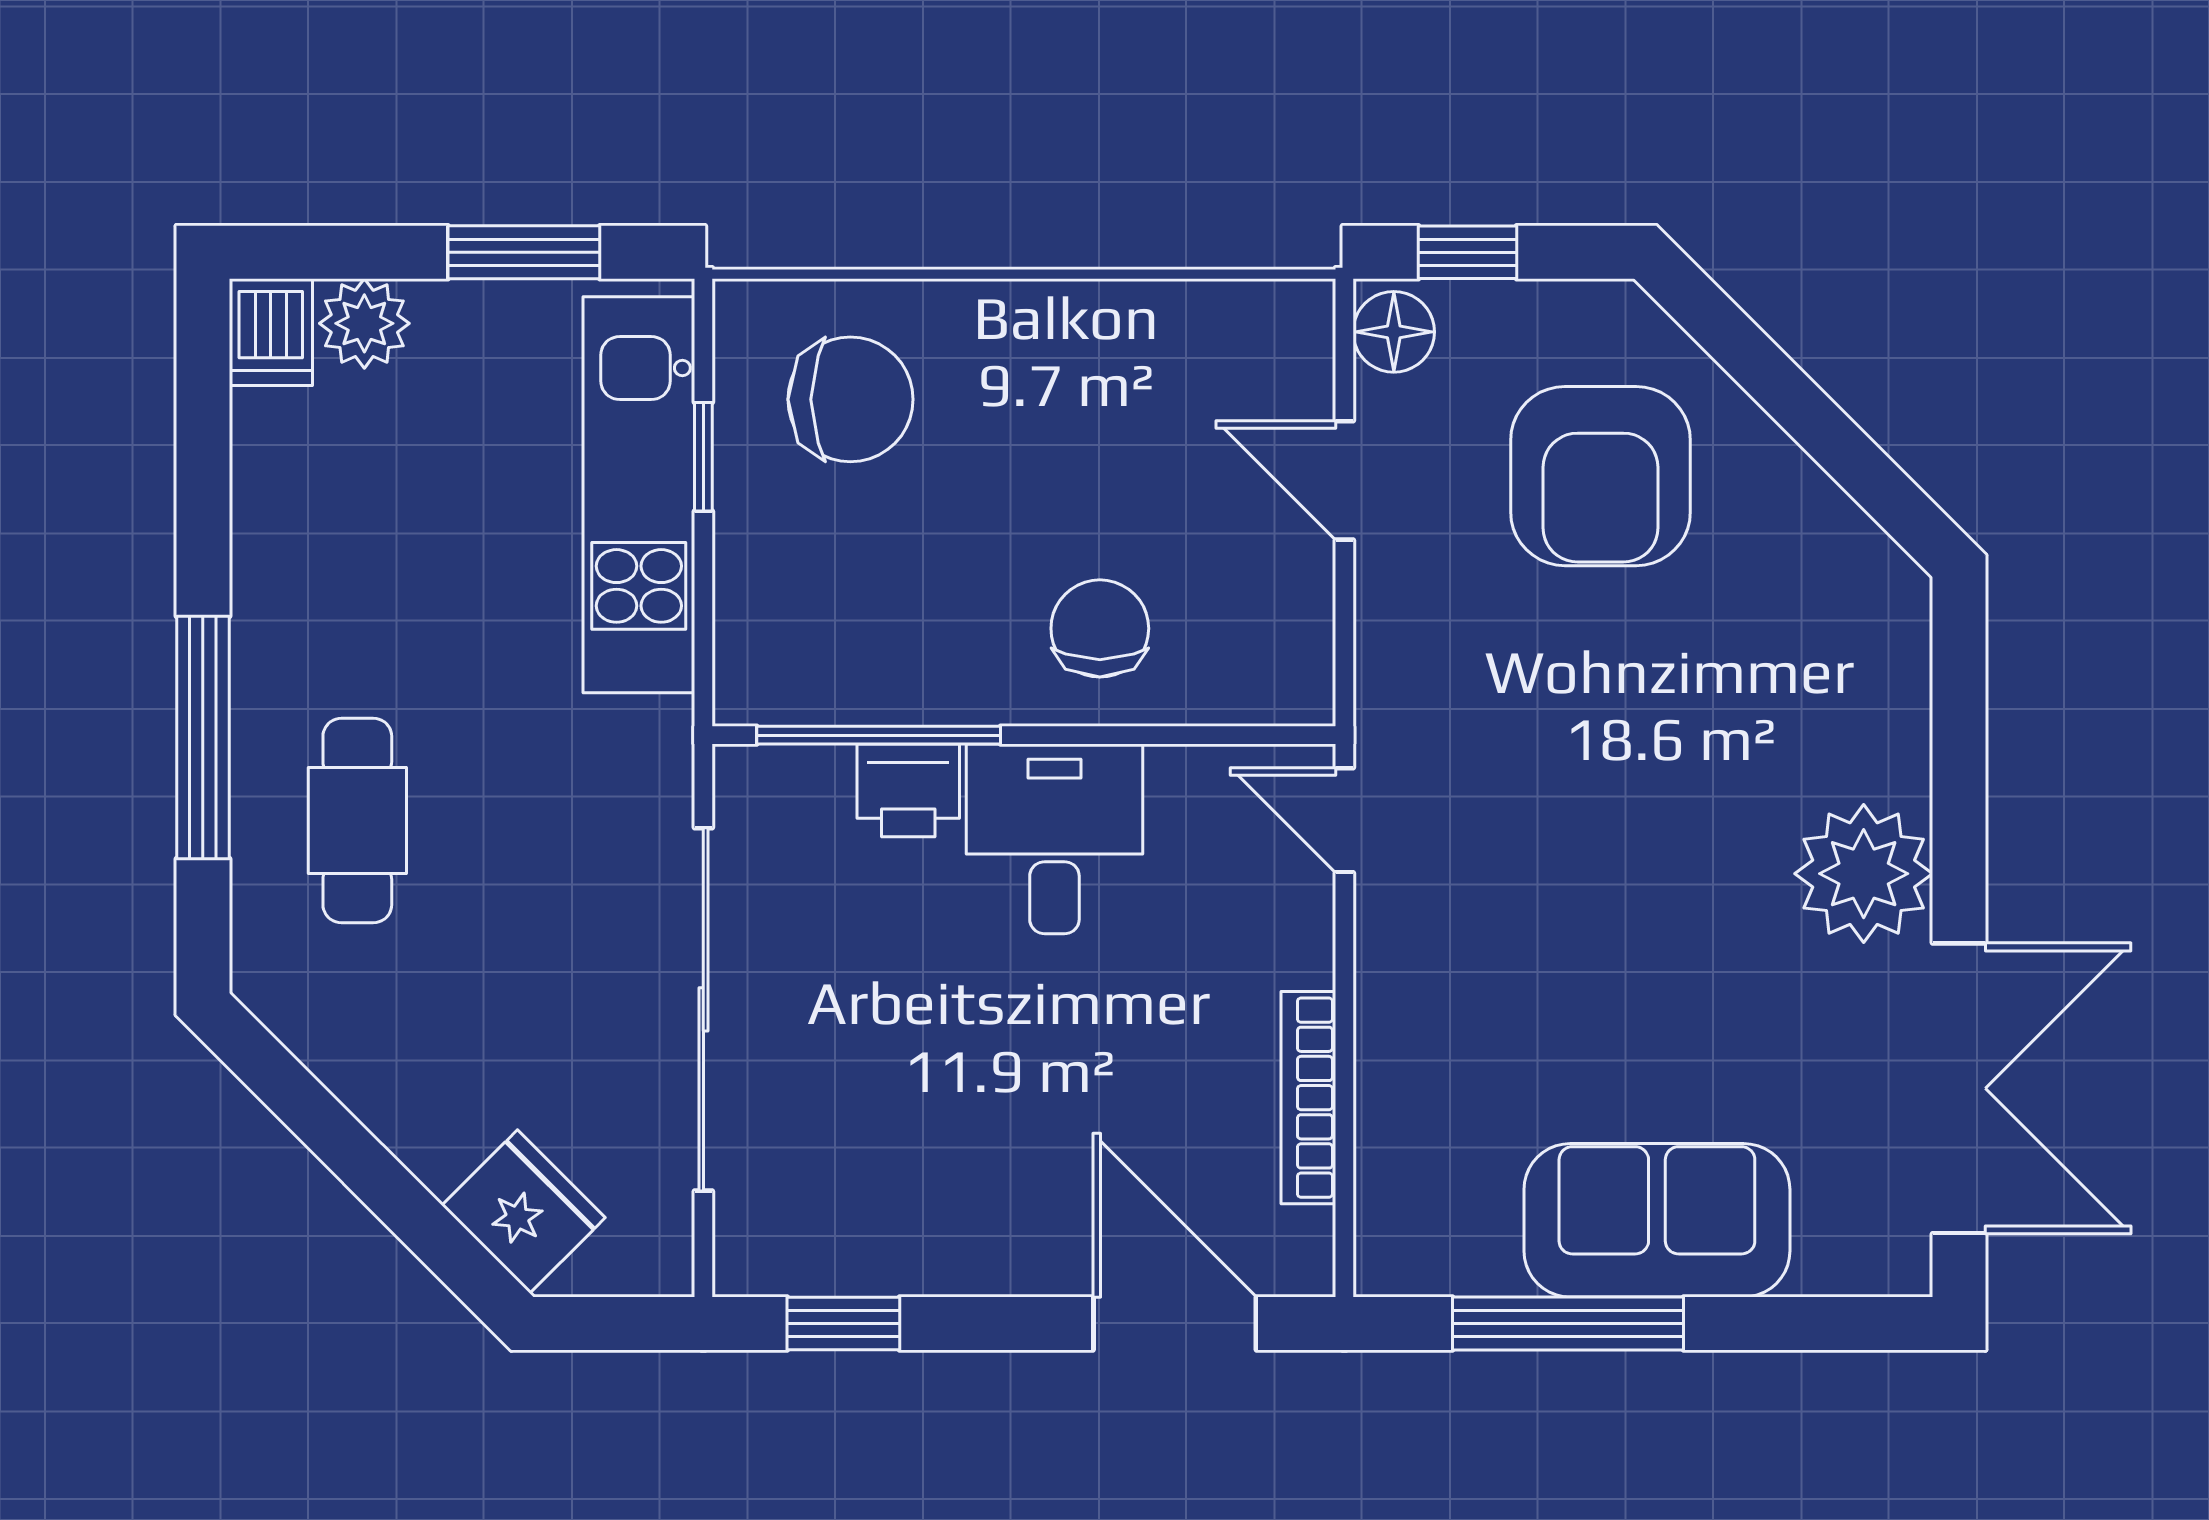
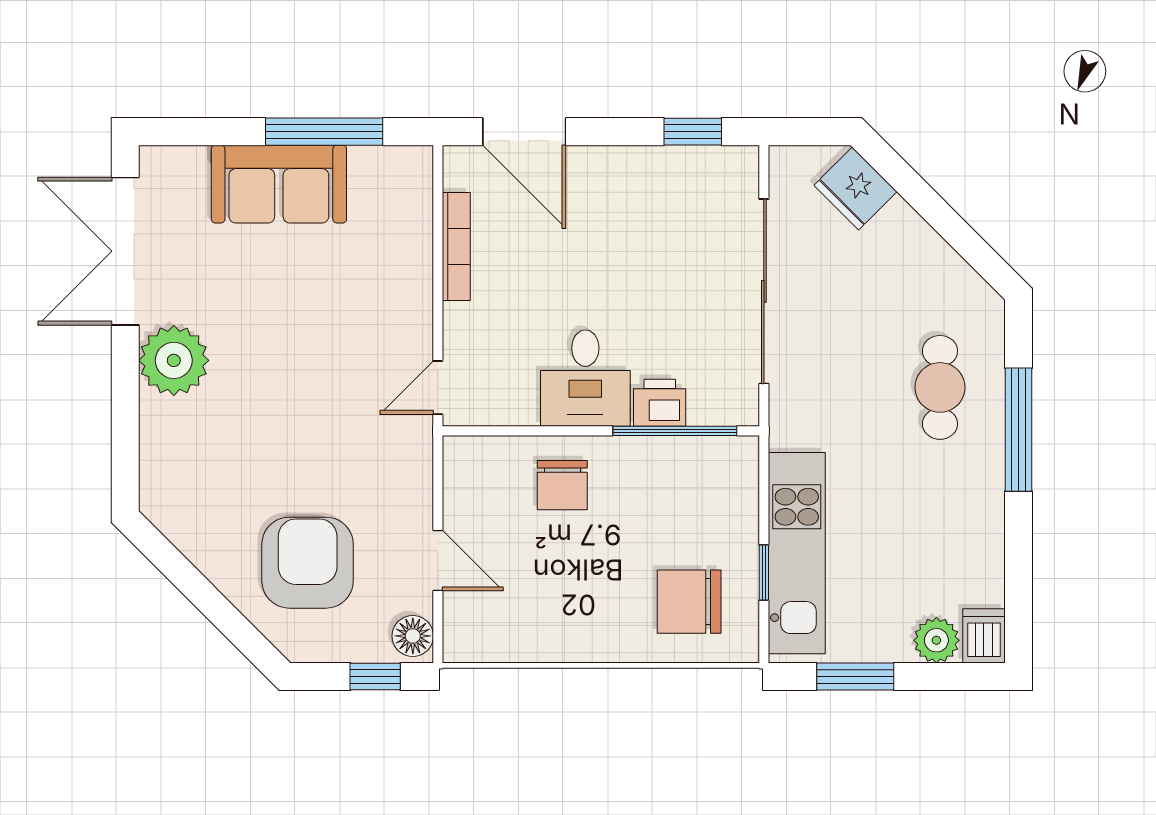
door: (1344, 820) -> (438, 388), swing flipped

